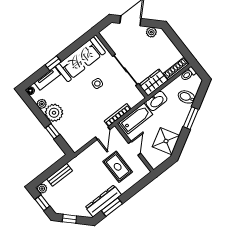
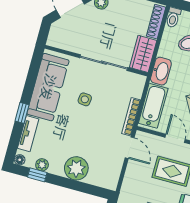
plant: (54, 113) -> (76, 168), moved
window: (53, 131) -> (37, 175), moved

